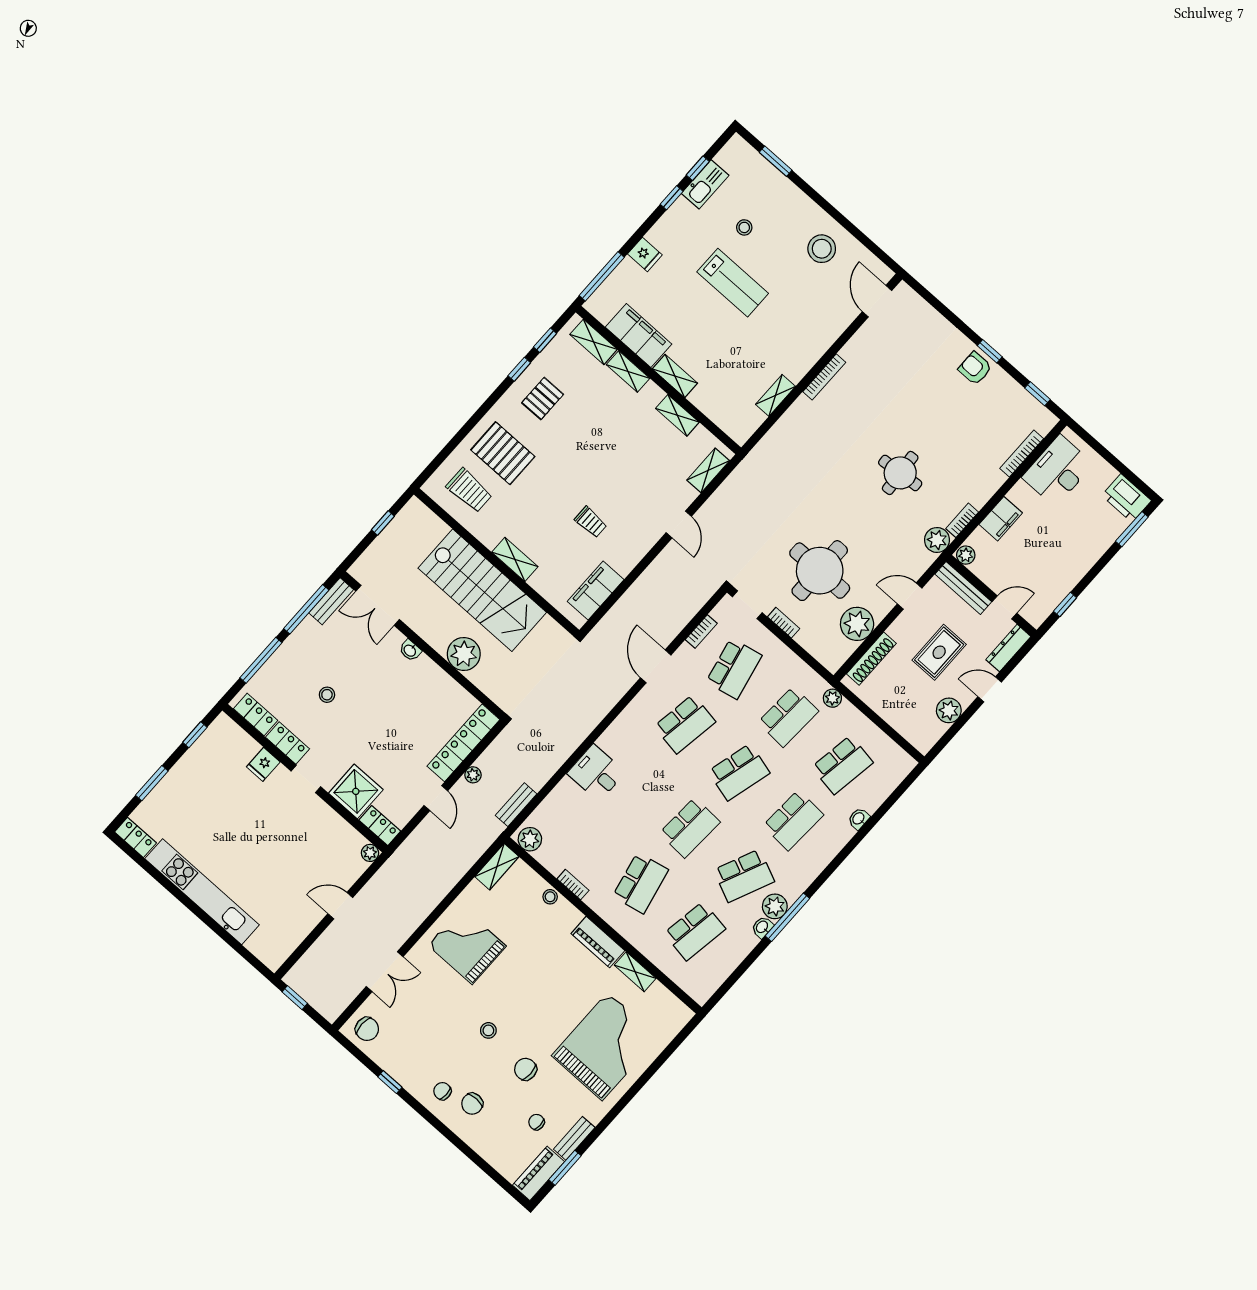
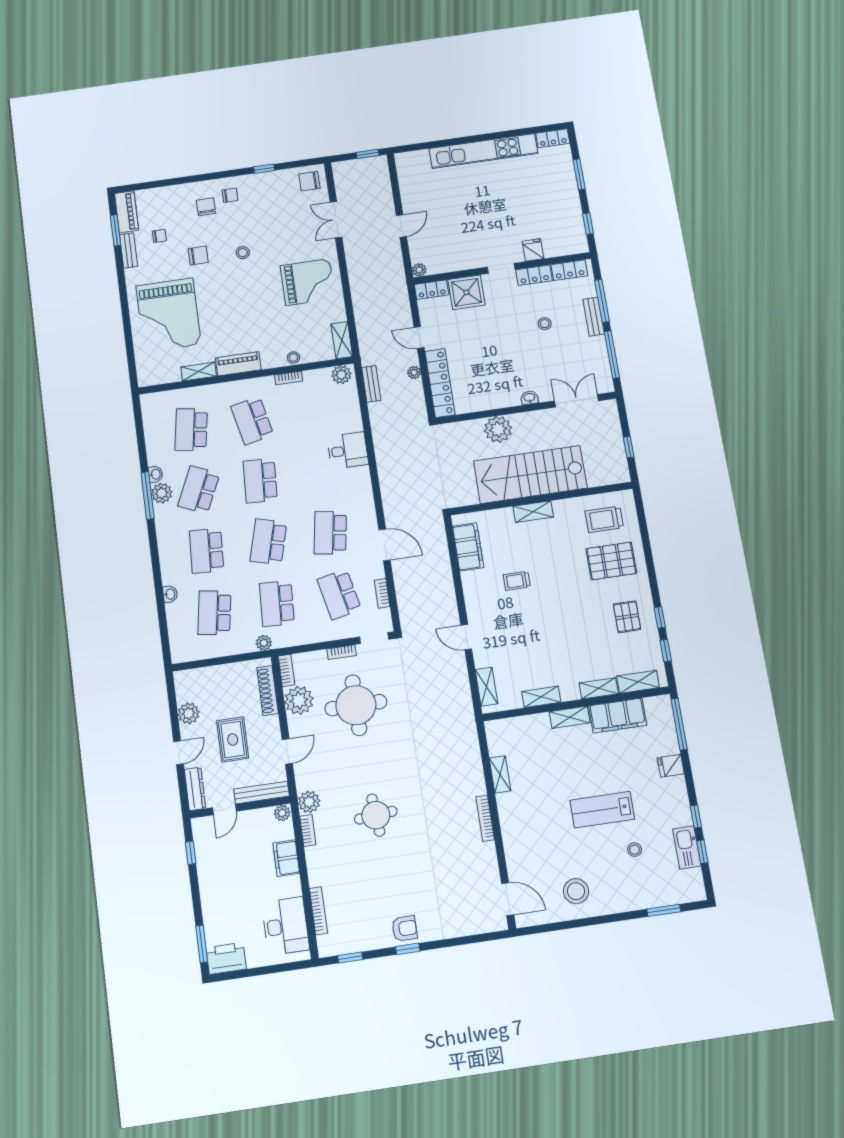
bench: (331, 601) -> (594, 317), moved
bookcase: (840, 657) -> (287, 670), added

